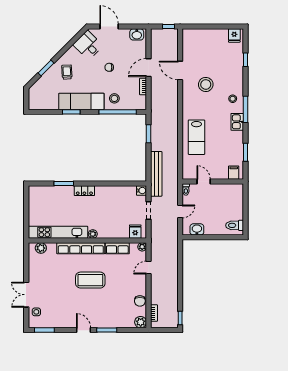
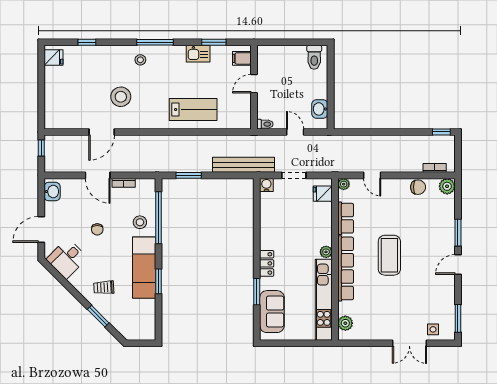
kitchen sink: (237, 122) -> (198, 54), moved
door: (204, 181) -> (254, 84), moved
sofa: (49, 195) -> (272, 312), added

